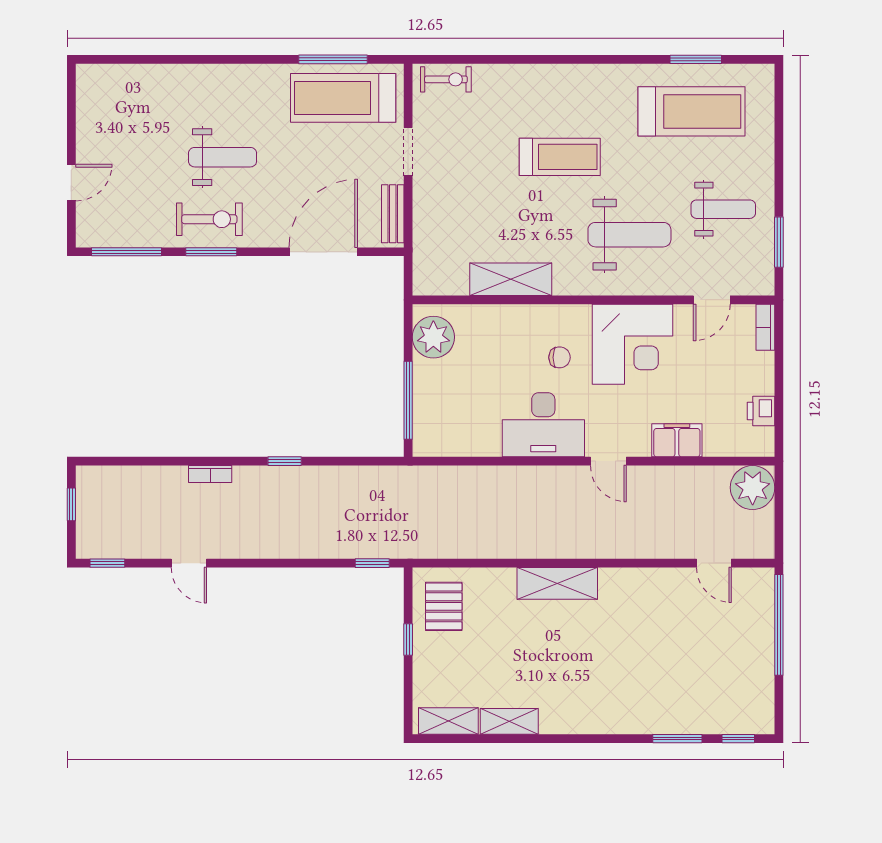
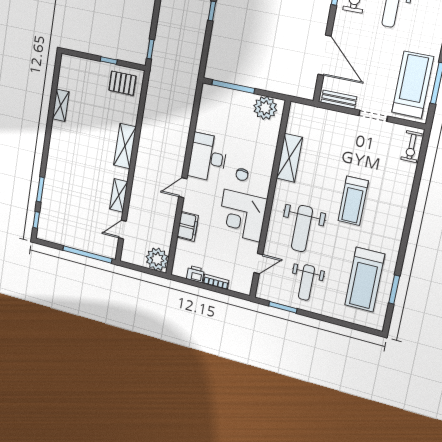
door: (712, 300) -> (258, 264), swing flipped
bookcase: (765, 327) -> (216, 282), moved
shelving: (448, 721) -> (119, 195), moved

